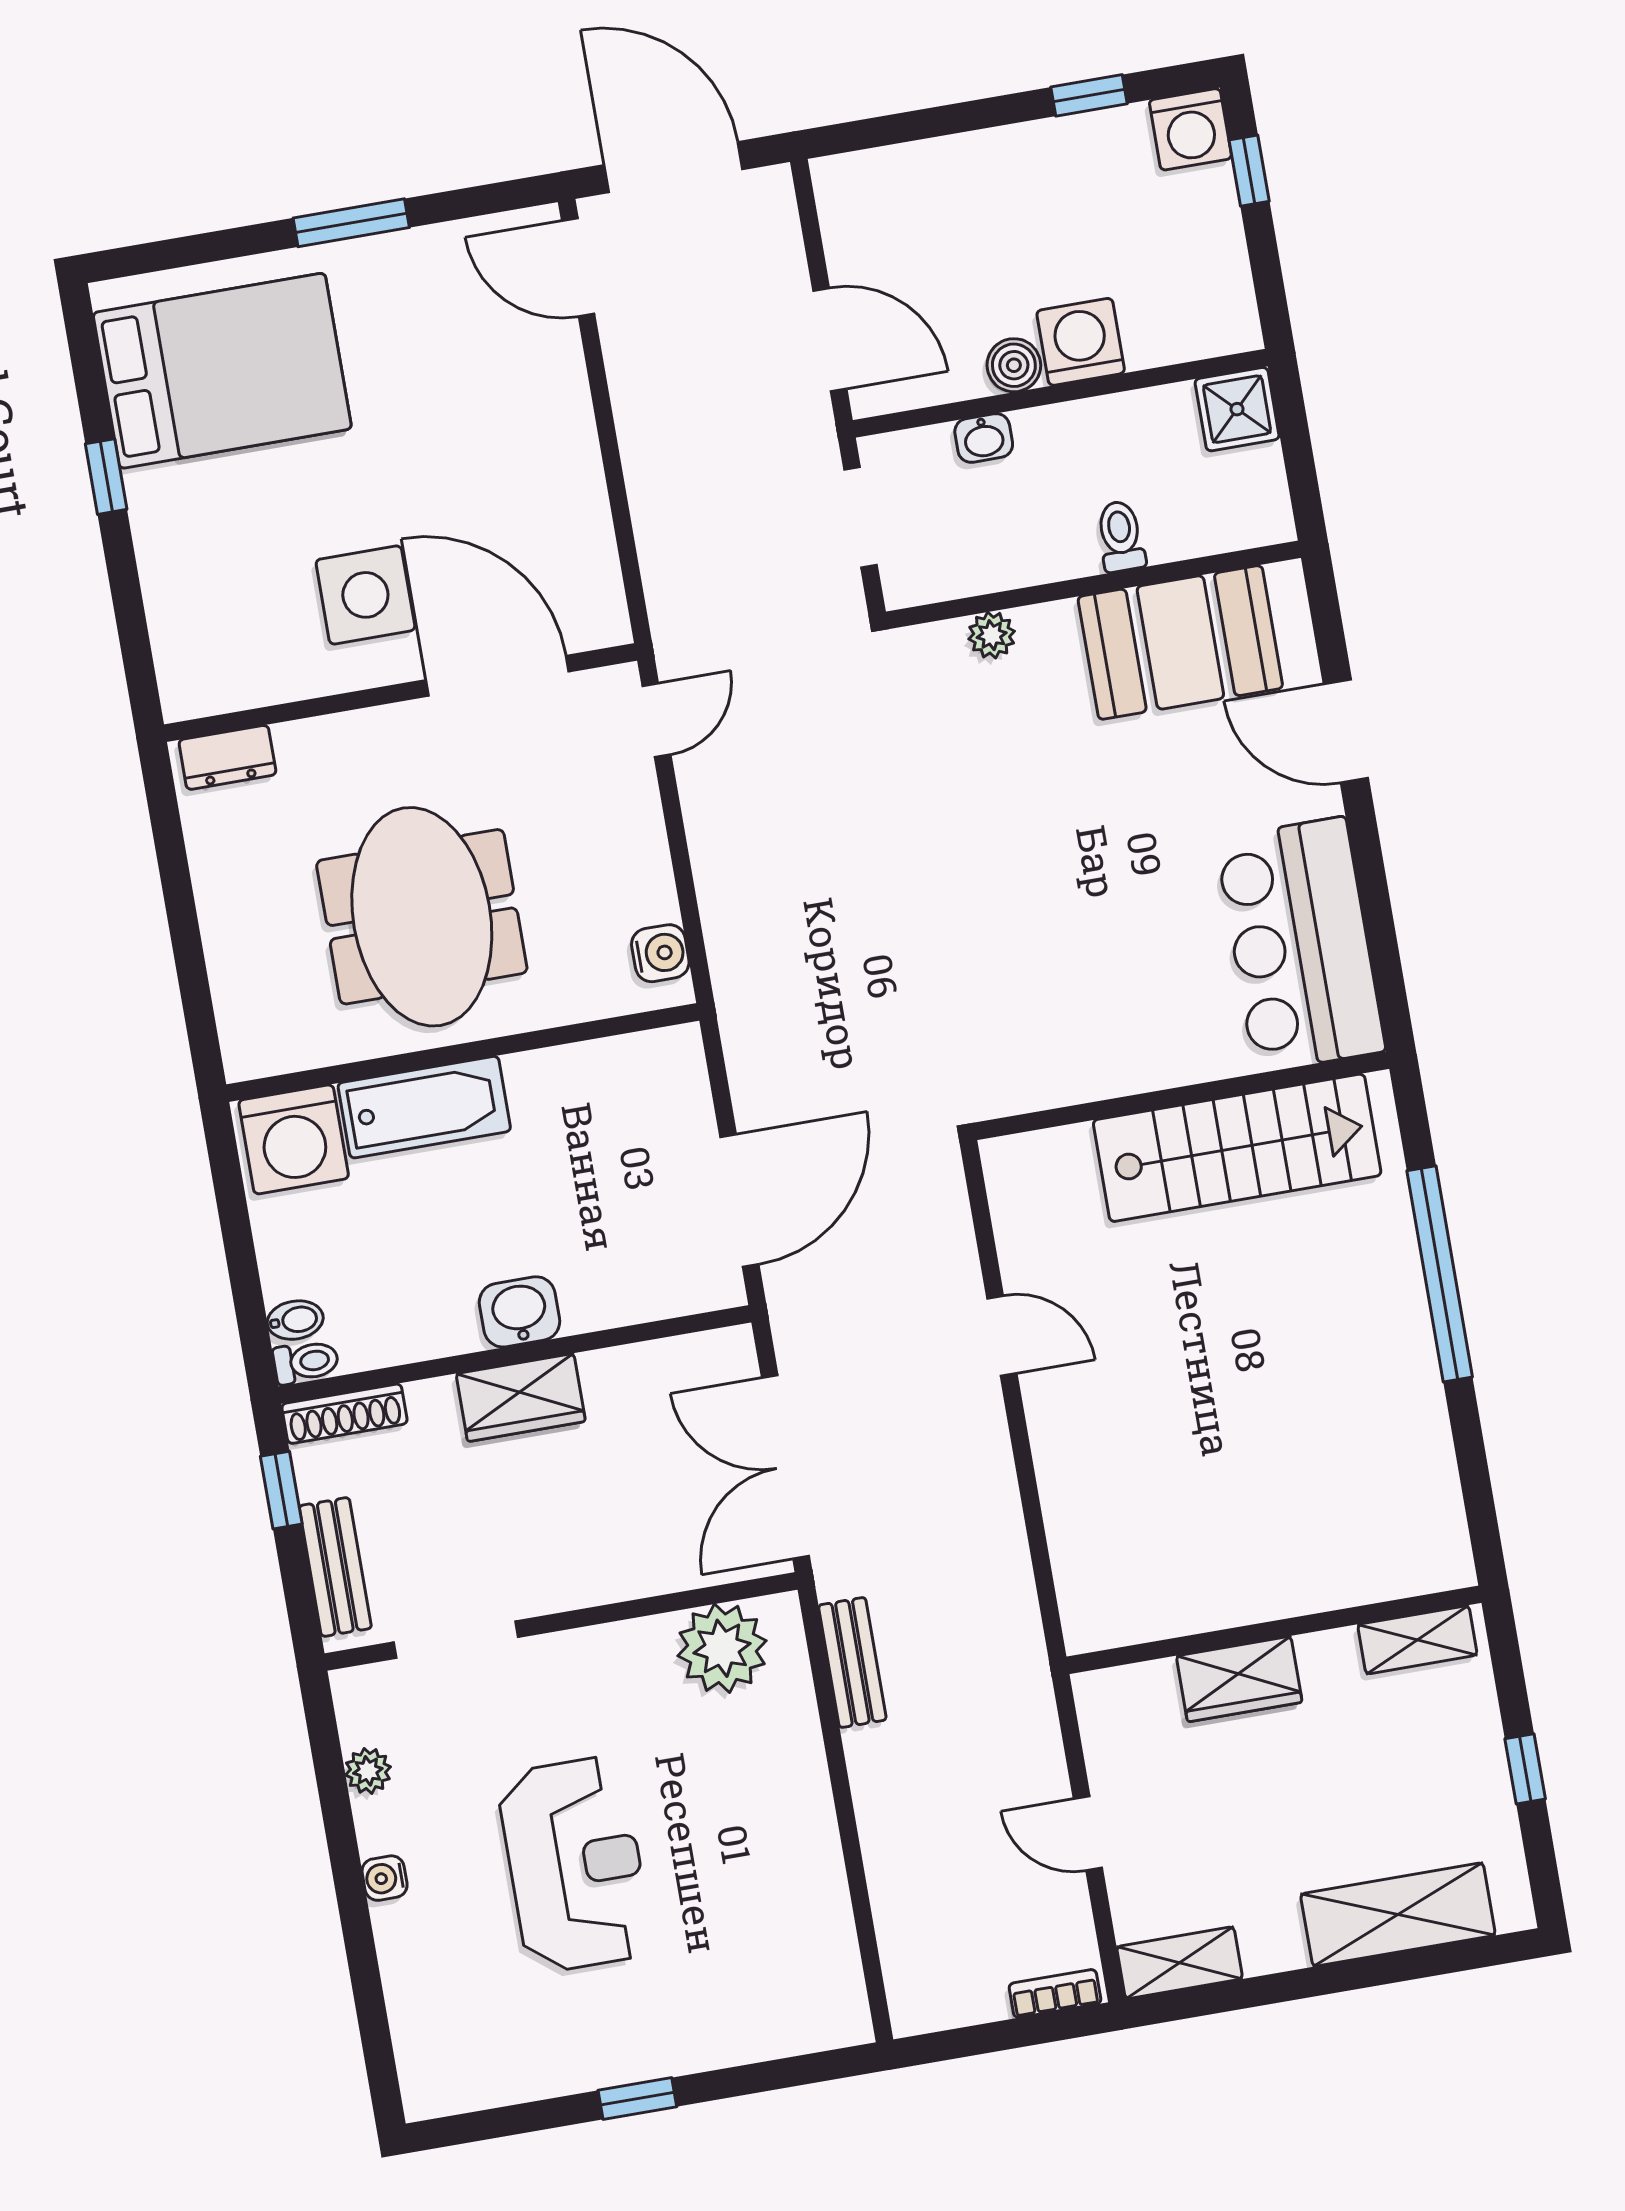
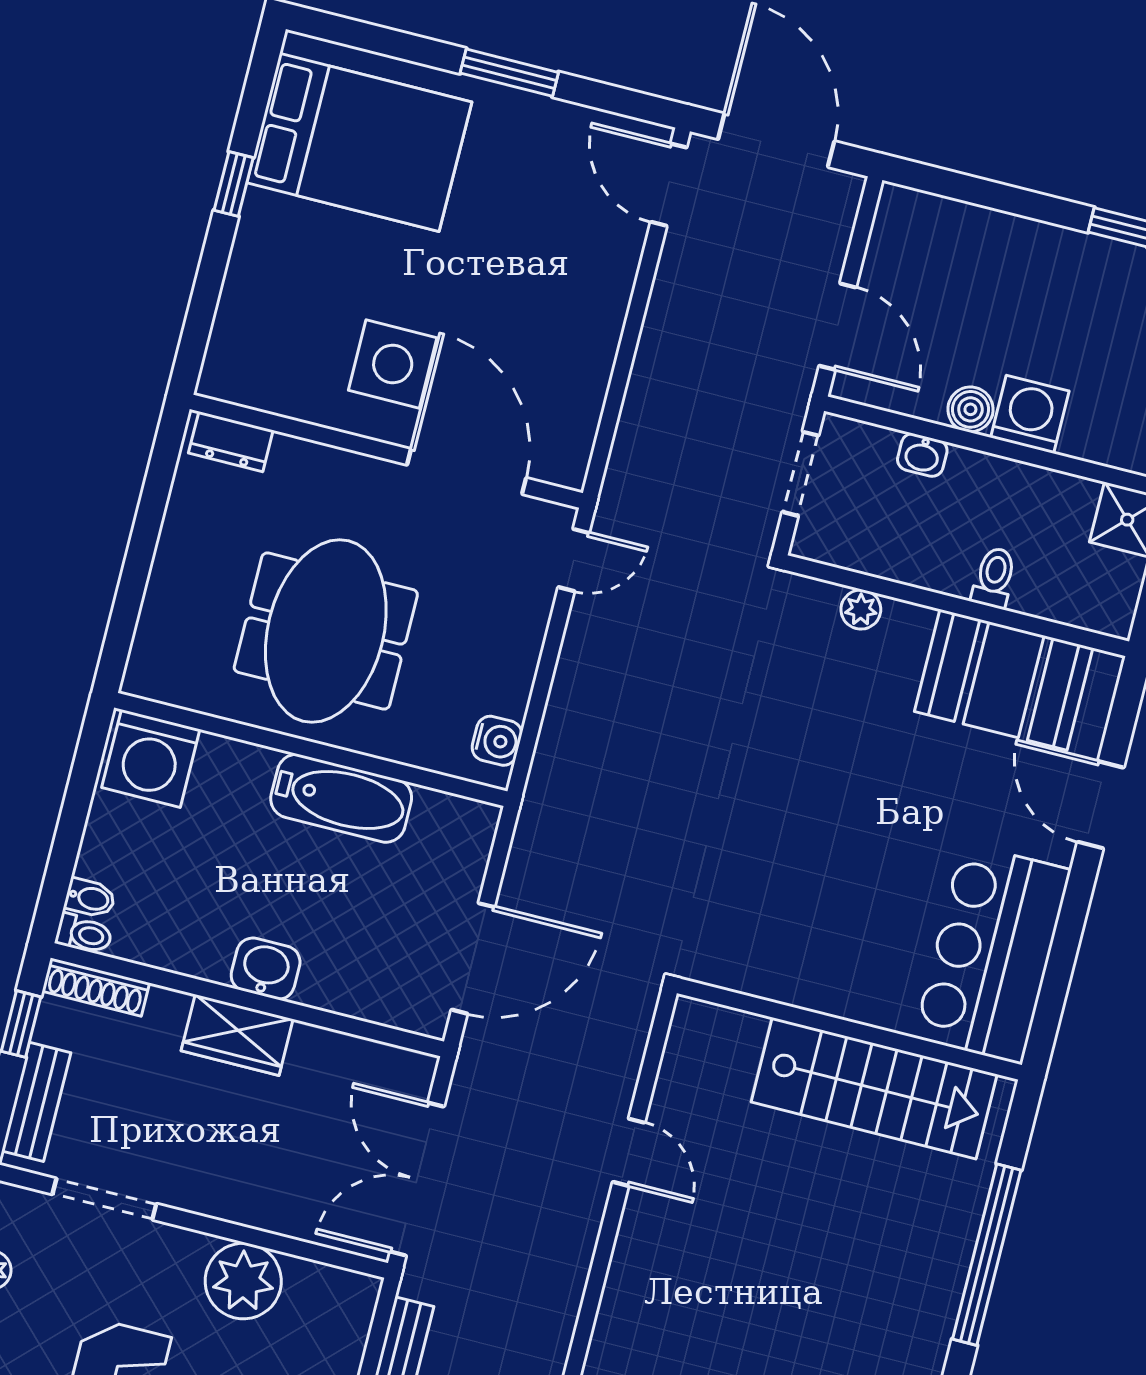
bathtub: (424, 1107) -> (341, 798), moved
plant: (722, 1648) -> (243, 1281), moved

